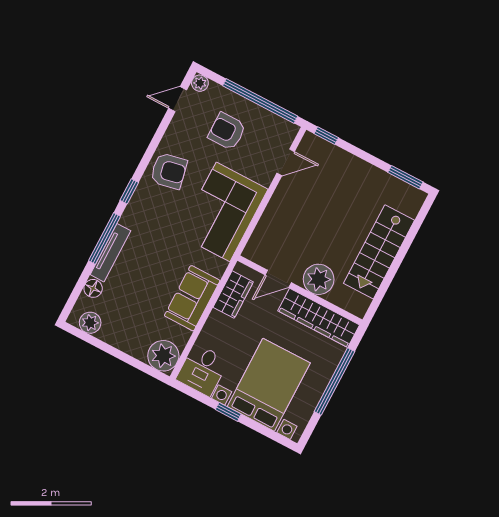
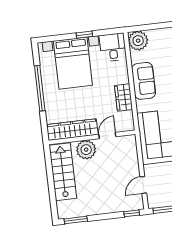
door: (278, 279) -> (107, 135), moved
plant: (319, 279) -> (86, 150), moved
wall: (300, 290) -> (92, 137), moved
wardrobe: (319, 318) -> (72, 130), moved

